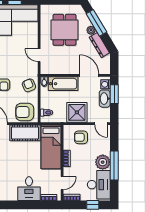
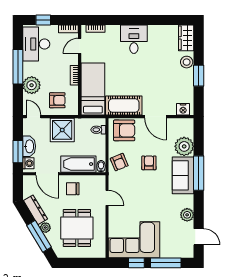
chair: (68, 63) -> (73, 189), added
plant: (103, 162) -> (32, 85), moved
desk: (29, 189) -> (134, 39), moved

